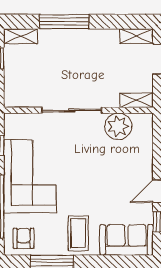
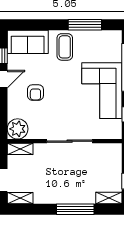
plant: (118, 126) -> (18, 129), moved
armchair: (24, 238) -> (35, 93), moved

